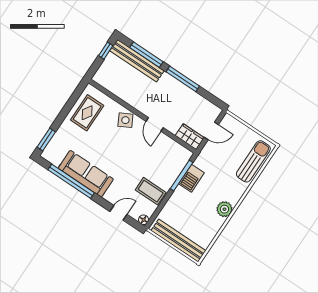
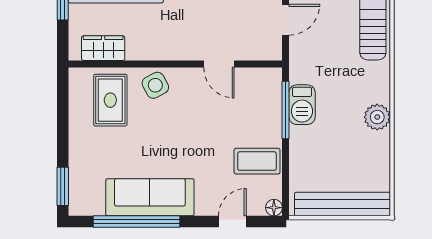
rug: (87, 113) -> (110, 100), moved
door: (155, 124) -> (219, 64), moved
wardrobe: (190, 137) -> (103, 48), moved

